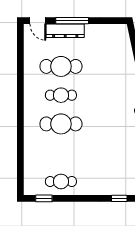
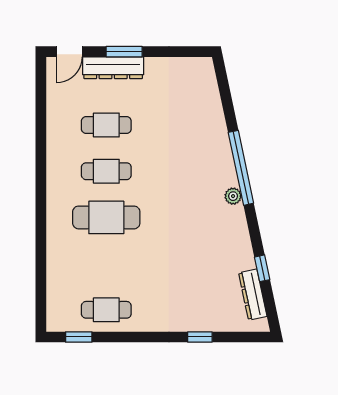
door: (38, 21) -> (69, 52), hinge flipped
window: (72, 21) -> (124, 52), width x0.69
cafe table: (61, 66) -> (106, 125), width x0.73, depth x0.74

